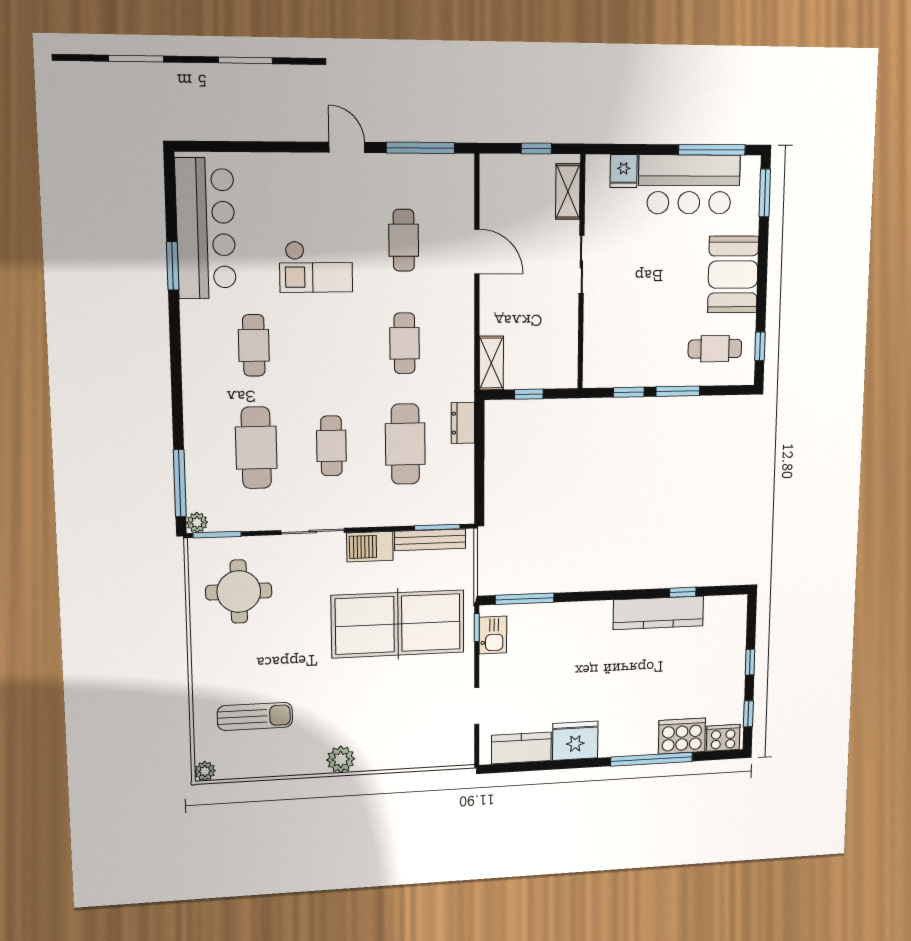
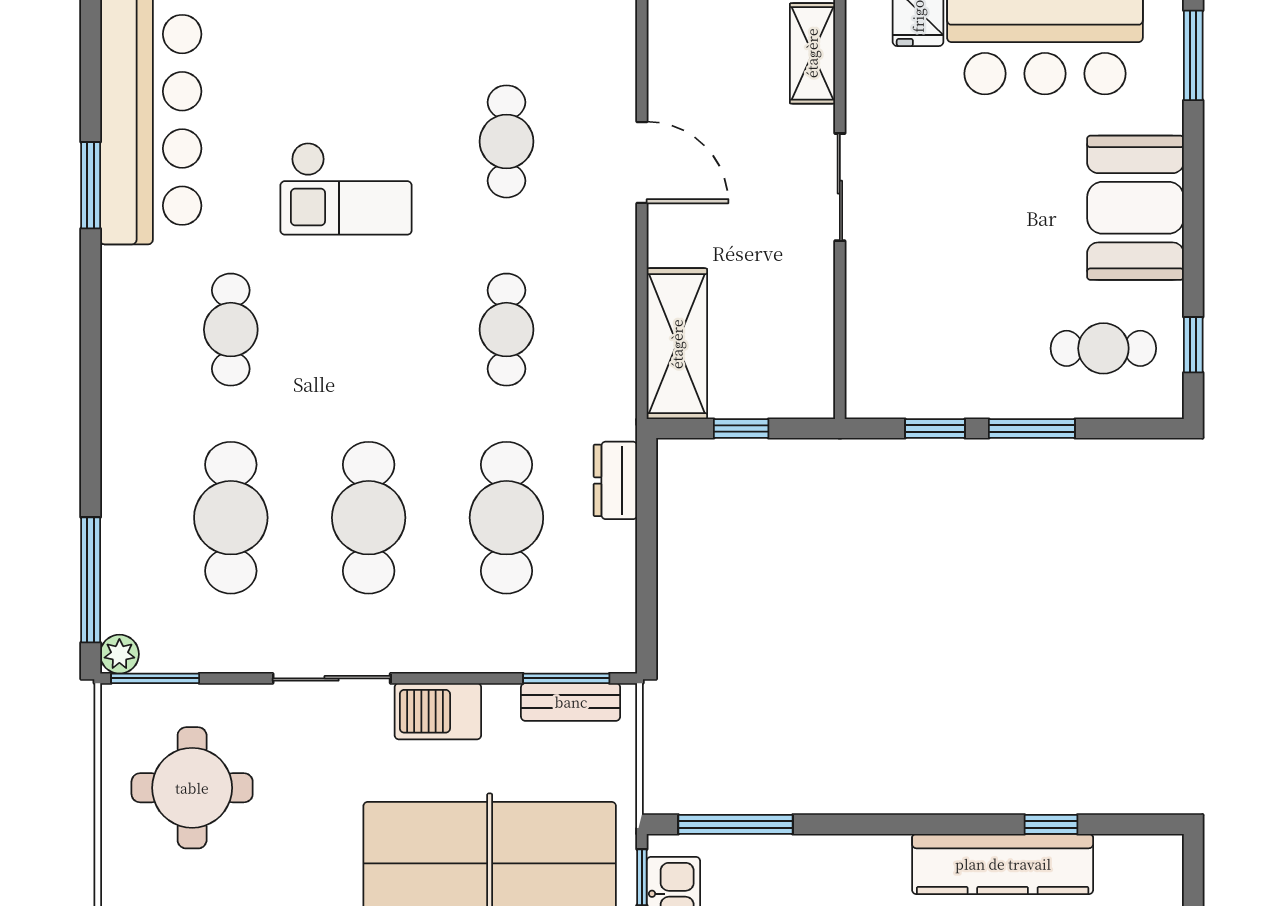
shelving: (491, 363) -> (677, 344), width x1.50, depth x1.33
cafe table: (331, 446) -> (369, 518), width x1.37, depth x1.35
bench: (430, 540) -> (571, 702), width x0.73

